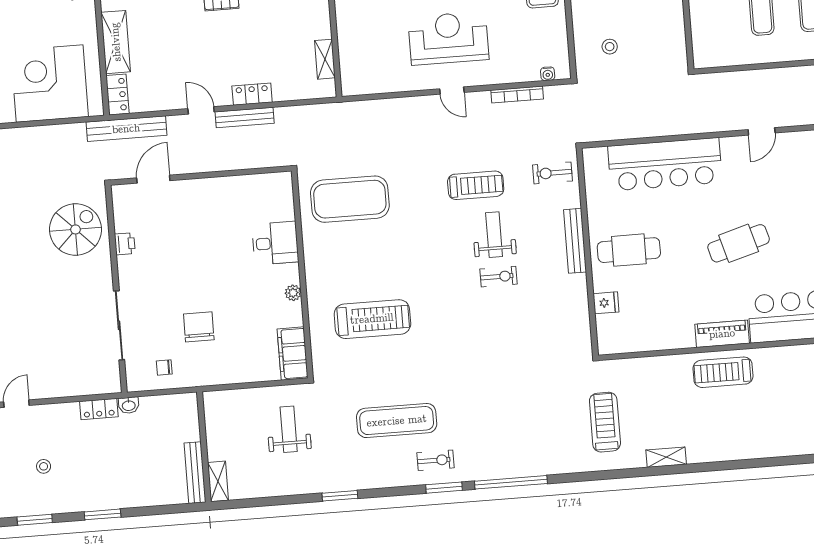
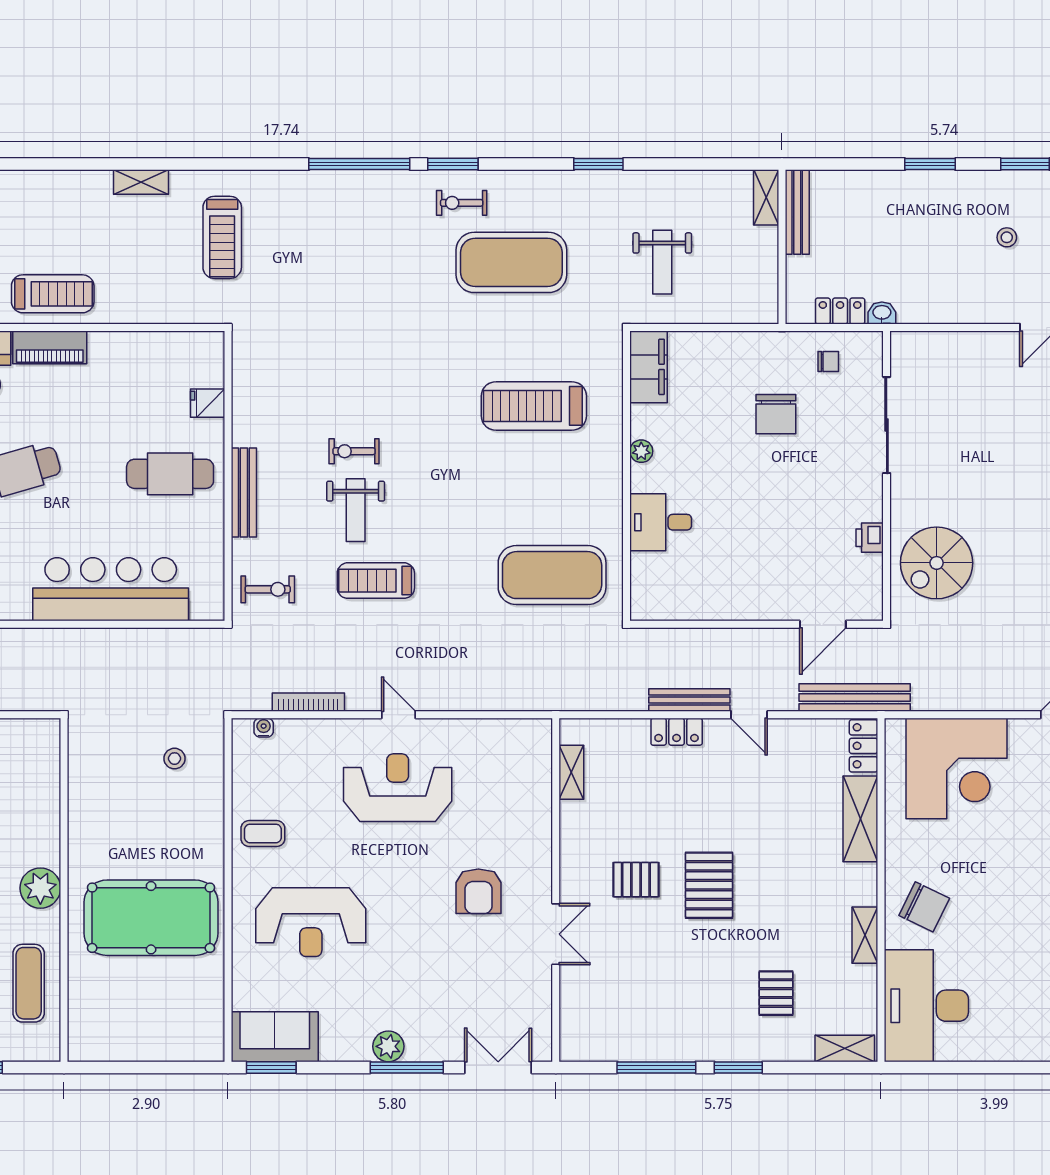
reception desk: (448, 38) -> (398, 788), turned 180
locker: (99, 409) -> (840, 311), moved
exercise mat: (397, 421) -> (511, 262), width x1.47

